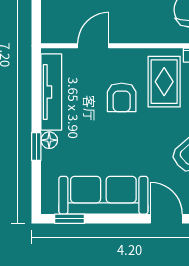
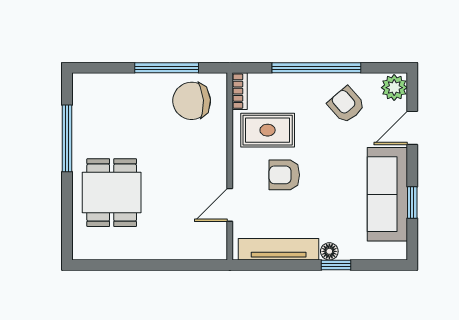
door: (93, 46) -> (230, 205), hinge flipped
armchair: (122, 97) -> (284, 175), turned 180
window: (70, 219) -> (412, 203), moved

